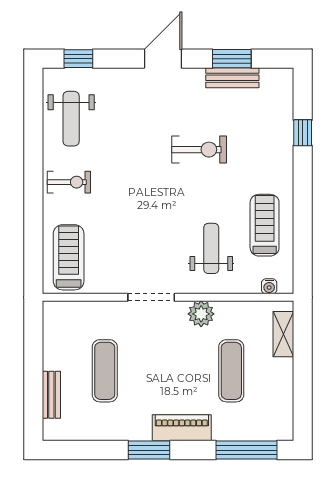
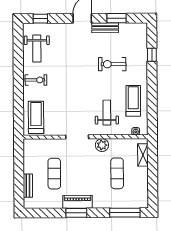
bench: (232, 78) -> (105, 28), moved
exercise bike: (199, 150) -> (112, 64), moved, turned 180
piano: (182, 428) -> (78, 202), moved

